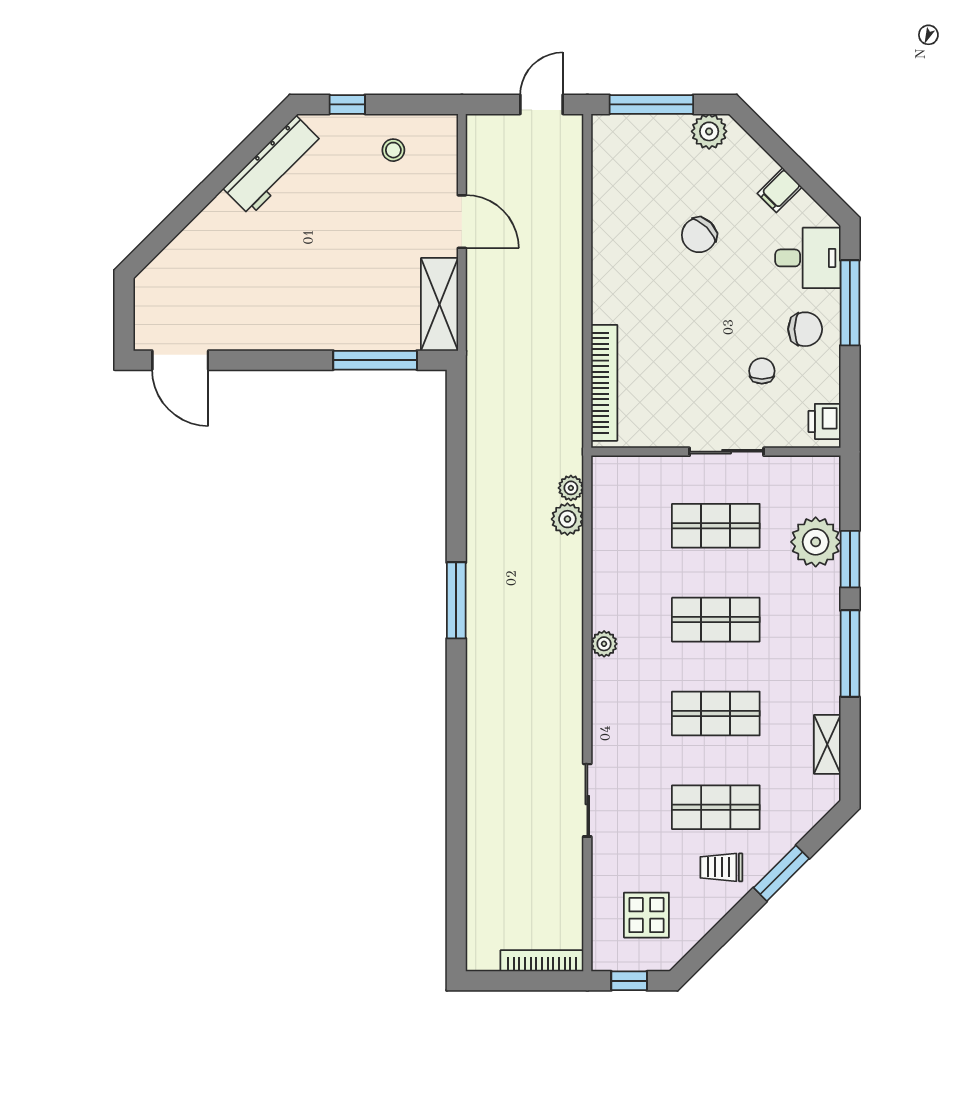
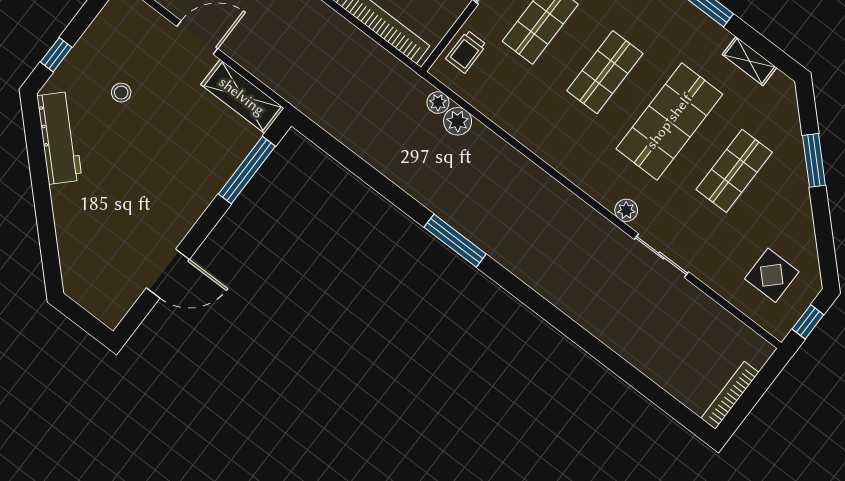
stool: (393, 150) -> (121, 93), moved
door: (180, 360) -> (168, 274), moved
plant: (604, 644) -> (626, 210), moved
shop shelf: (716, 713) -> (669, 121), width x1.43, depth x1.36
trolley: (721, 867) -> (466, 52), moved
bookcase: (542, 961) -> (730, 395), moved

